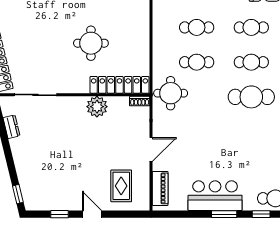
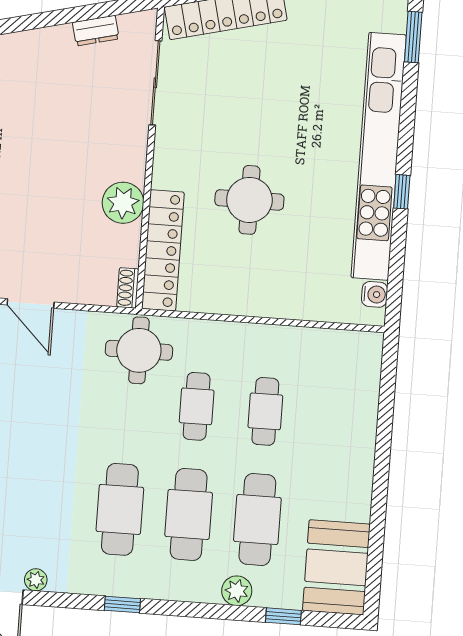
cafe table: (251, 27) -> (257, 519), width x1.37, depth x1.35
cafe table: (251, 62) -> (189, 514), width x1.37, depth x1.35

